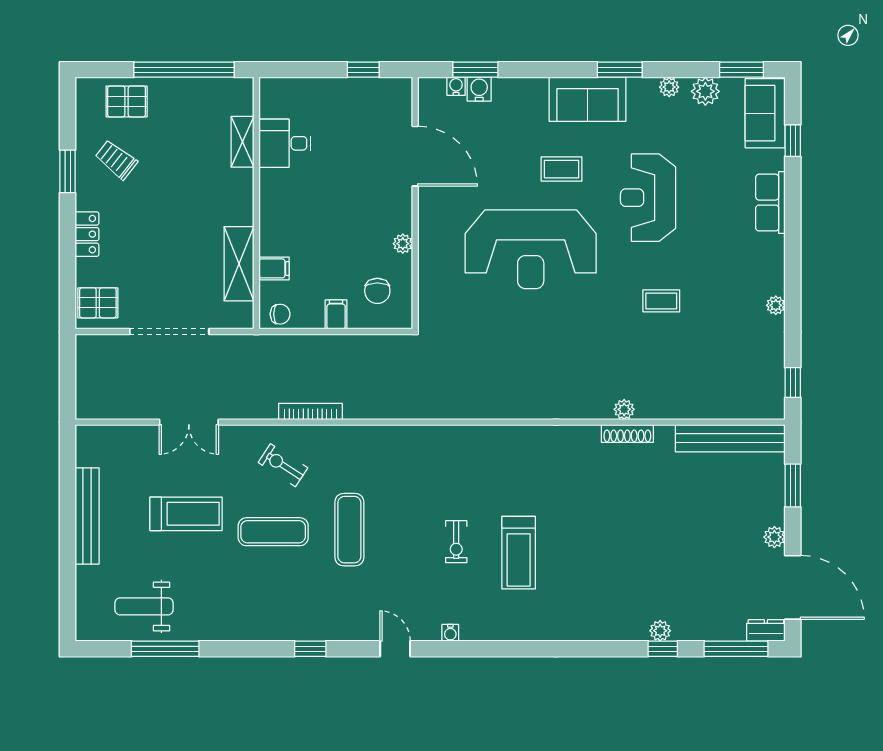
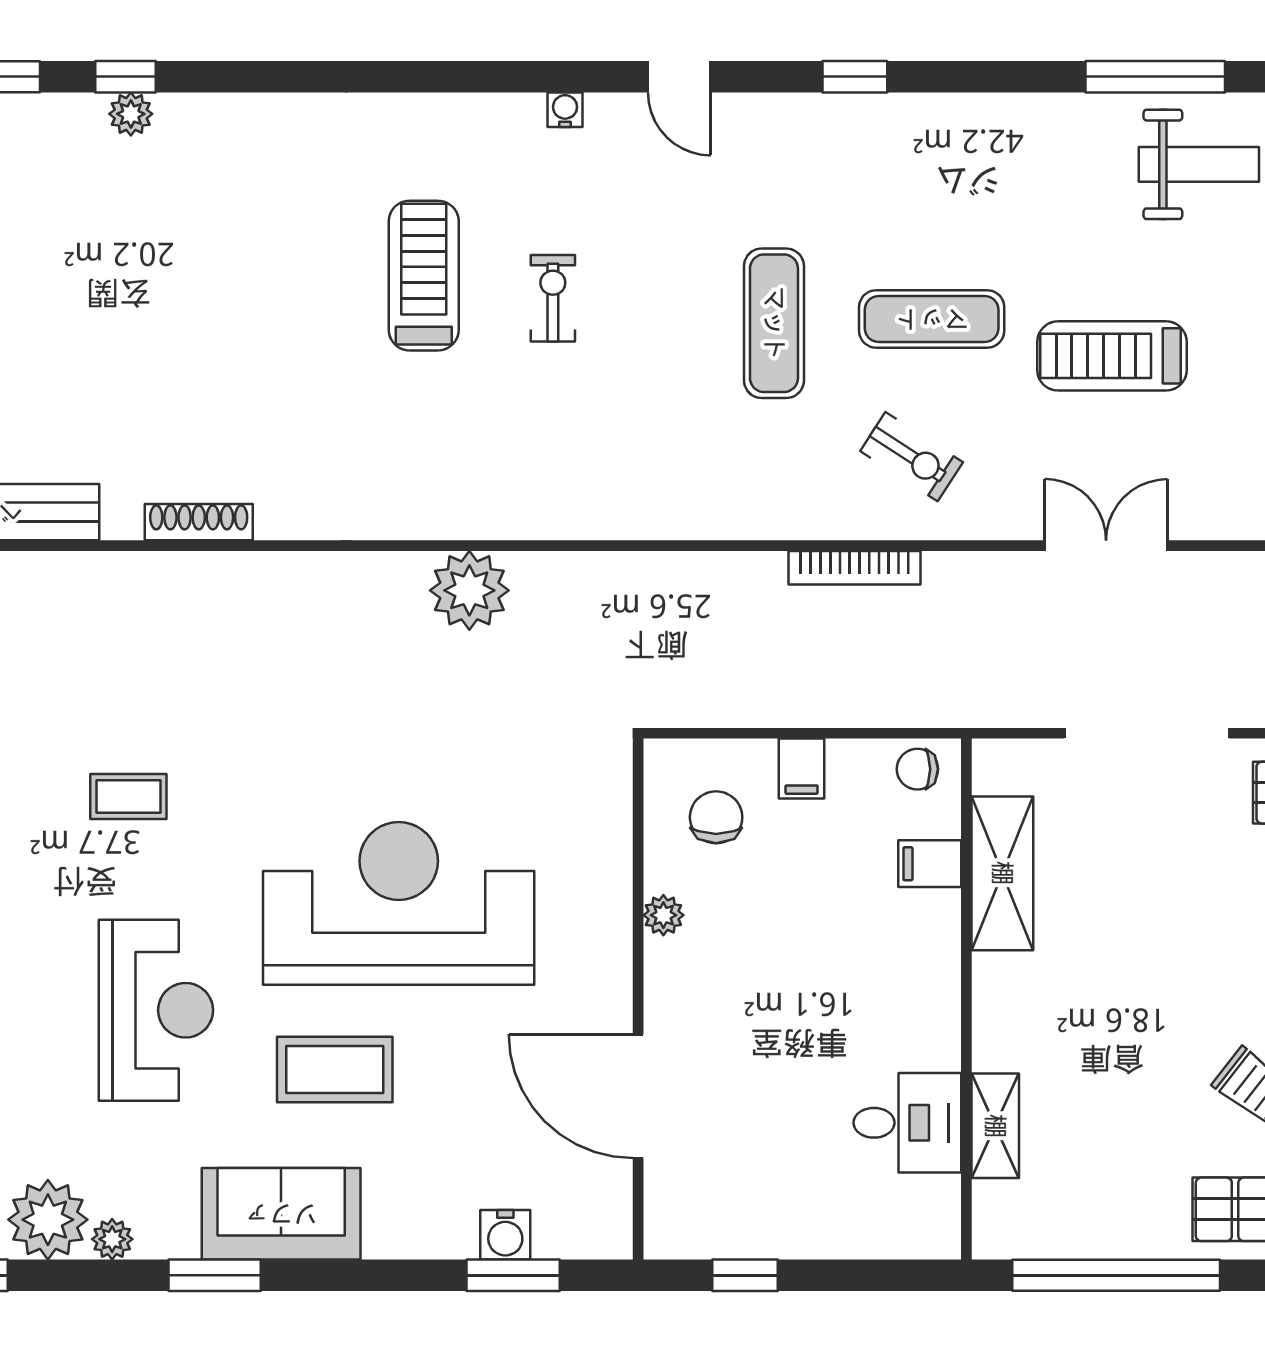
water cooler: (456, 86) -> (553, 1241), removed
plant: (705, 91) -> (48, 1220), width x1.36, depth x1.36
coffee table: (562, 169) -> (335, 1069), width x1.36, depth x1.30
plant: (624, 409) -> (469, 590), moved, width x1.88, depth x1.88

